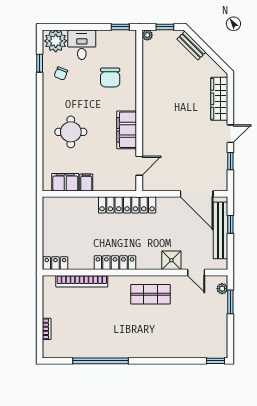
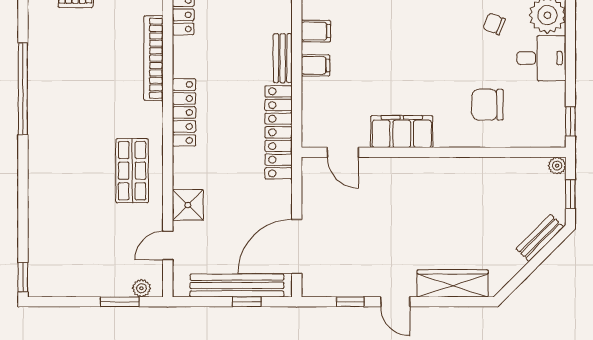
round table: (71, 132) -> (398, 40), removed
filing cabinet: (65, 182) -> (316, 31), width x0.50
bench: (82, 202) -> (283, 58), added

